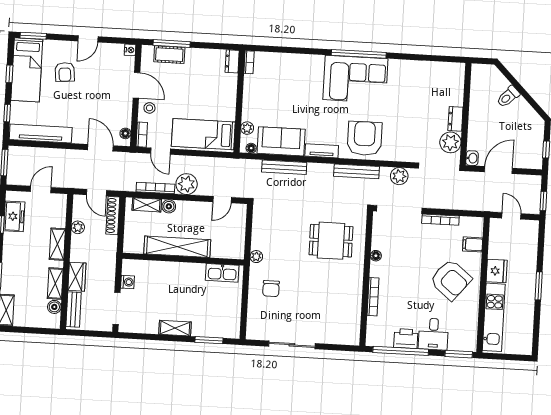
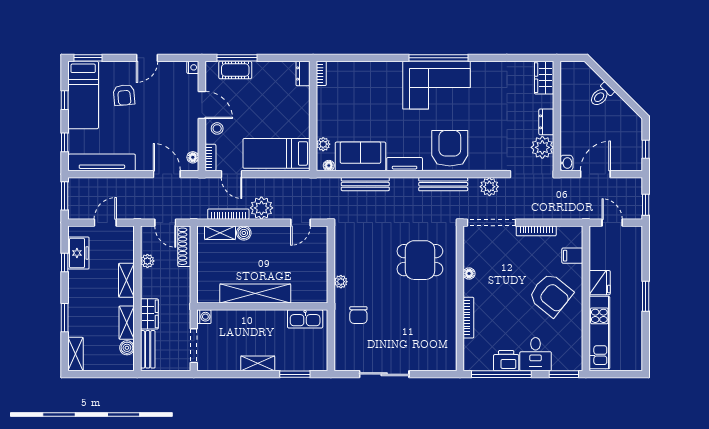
wardrobe: (456, 78) -> (544, 78), added
shelving: (177, 247) -> (255, 294), moved
wall: (183, 259) -> (262, 306), moved
kitchen sink: (222, 273) -> (305, 319), moved

